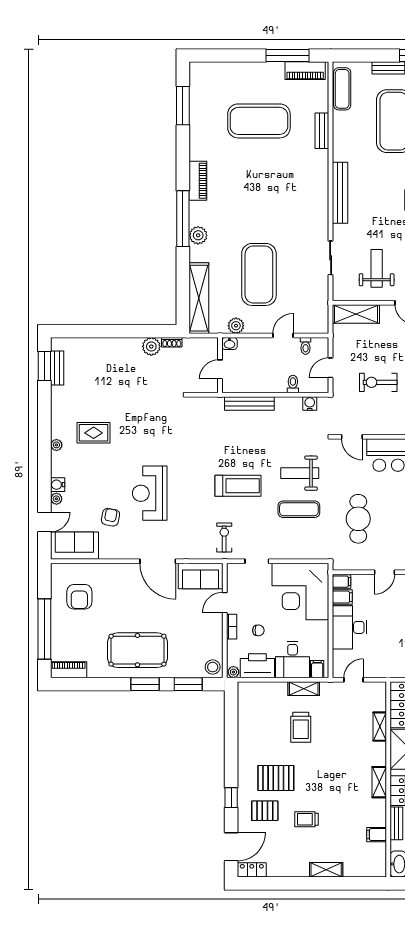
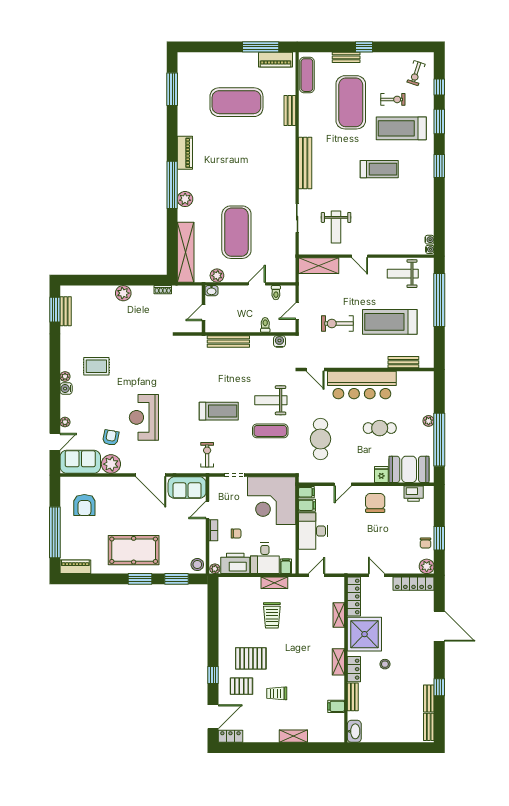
weight bench: (377, 268) -> (336, 227), turned 180
plant: (151, 346) -> (123, 293), moved
water cooler: (58, 485) -> (66, 388), moved
plant: (111, 548) -> (111, 464), added

